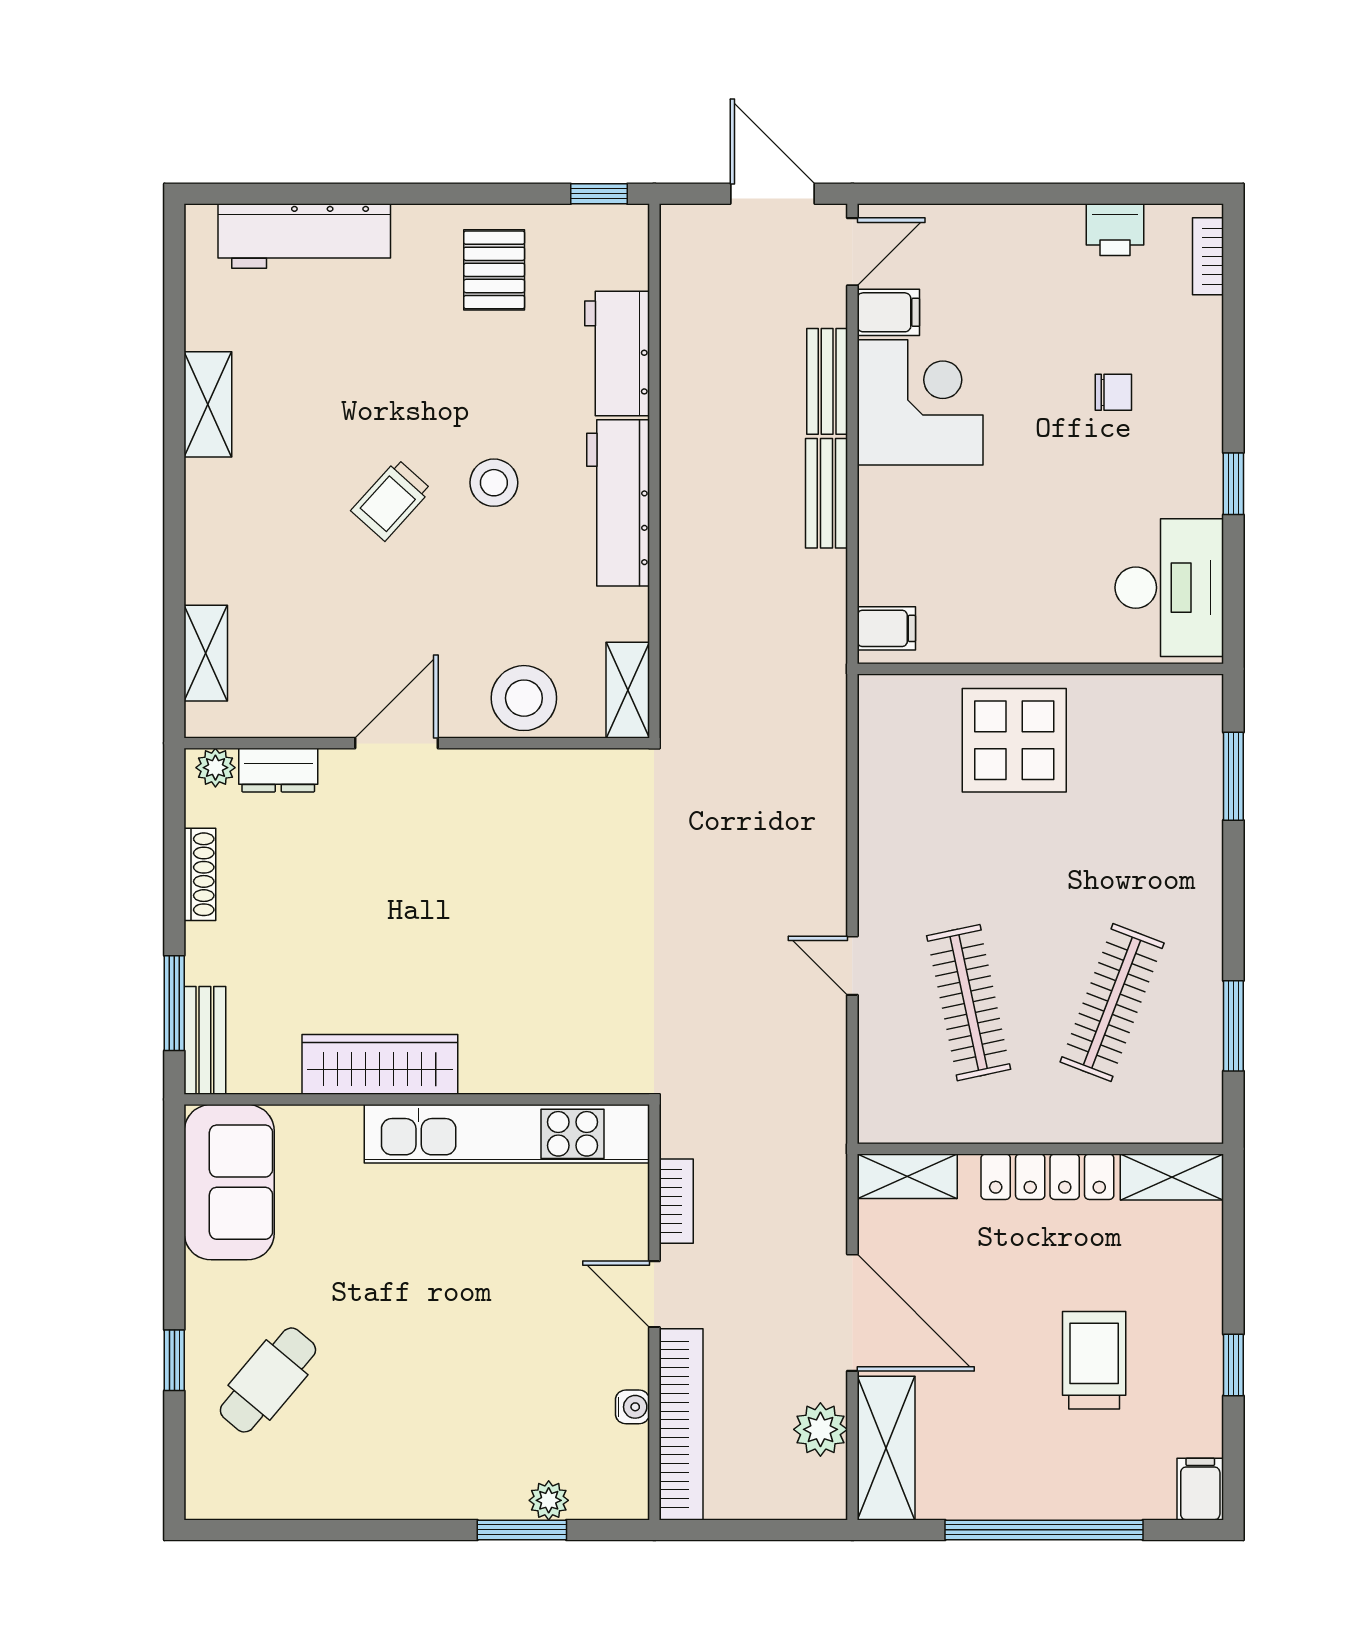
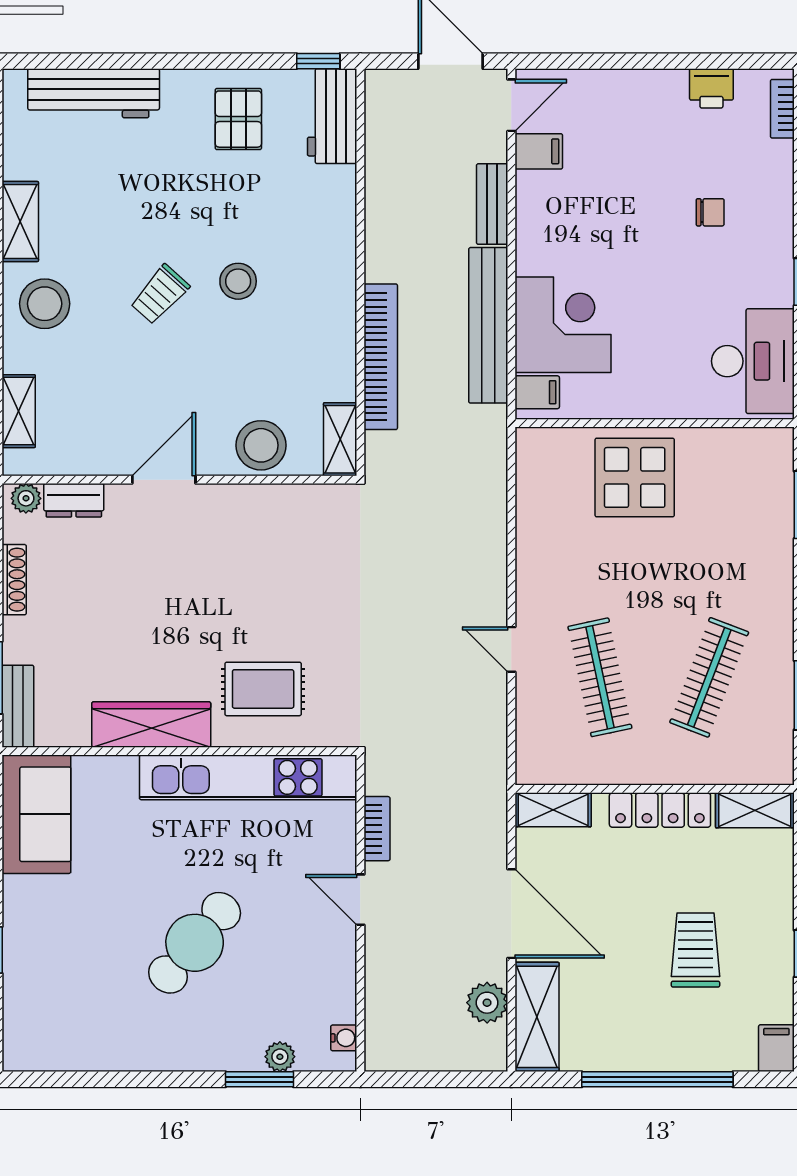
workbench: (617, 353) -> (332, 116), moved
corner desk: (920, 402) -> (563, 325), moved
bench: (826, 493) -> (488, 325), width x1.86, depth x1.21
workbench: (618, 503) -> (333, 297), removed
stool: (240, 512) -> (45, 304), added
rug: (527, 1018) -> (263, 689), added
cafe table: (268, 1380) -> (195, 943), moved, width x1.37, depth x1.35
water cooler: (632, 1407) -> (344, 1038), moved
bookcase: (681, 1424) -> (381, 357), moved

